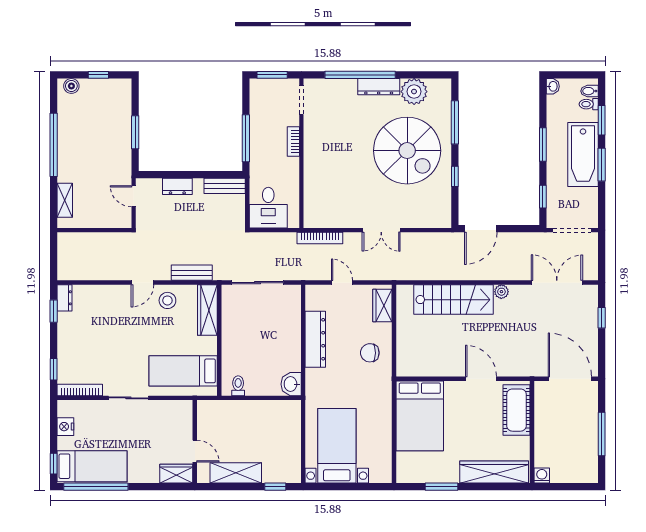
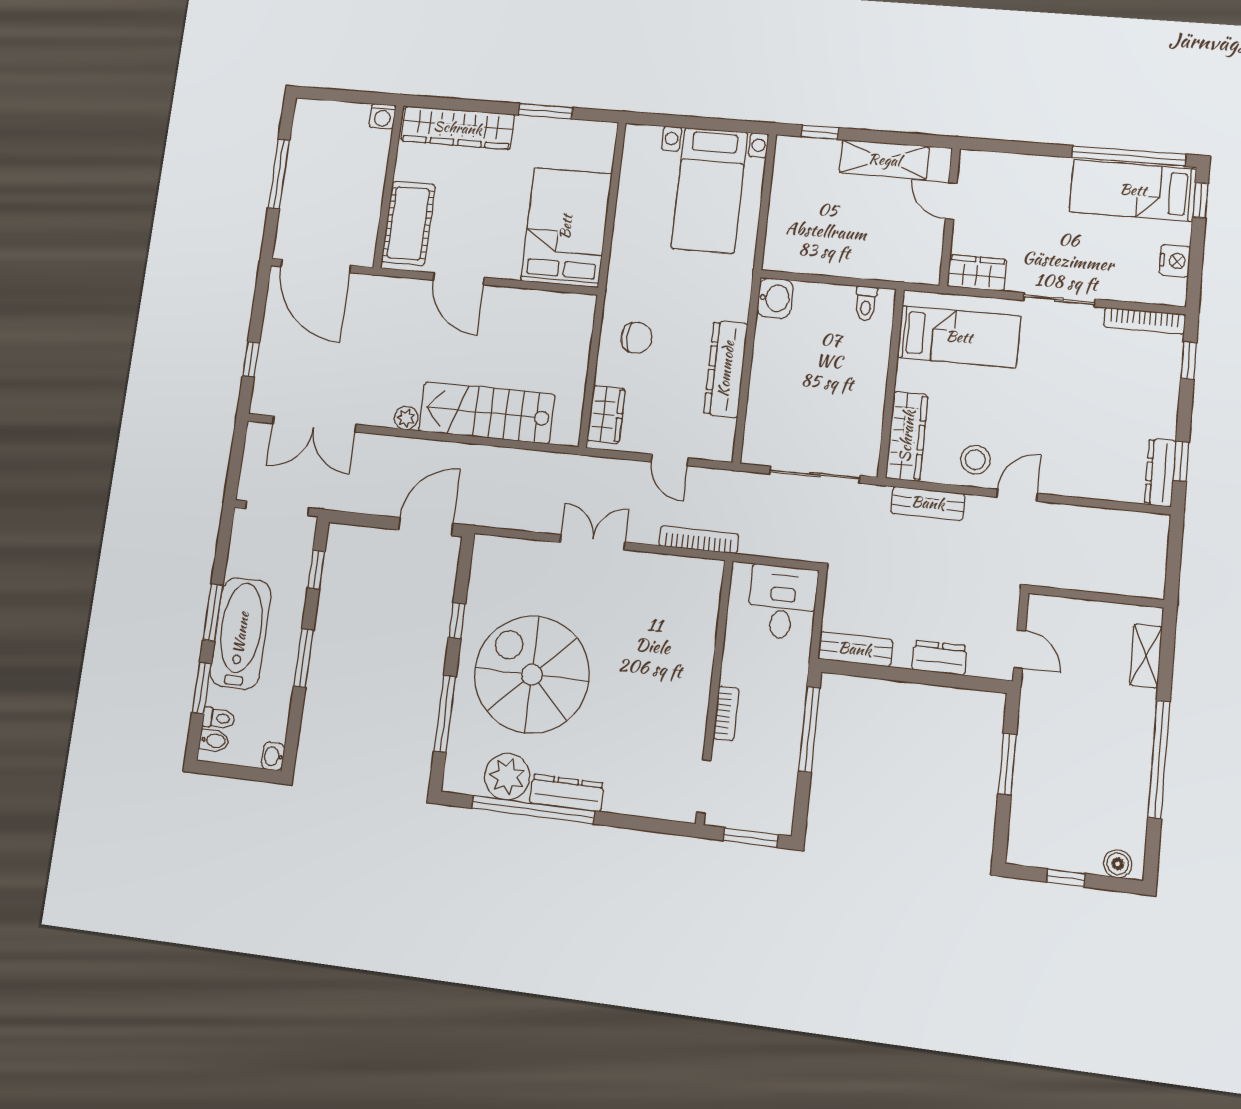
window: (360, 75) -> (533, 810), moved
dresser: (65, 298) -> (1160, 472), width x1.44
wardrobe: (176, 474) -> (977, 273), moved, turned 180

